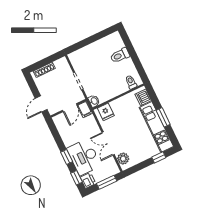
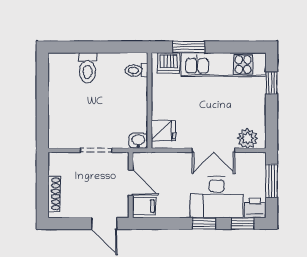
filing cabinet: (85, 109) -> (144, 206), moved
window: (163, 117) -> (189, 47), moved

